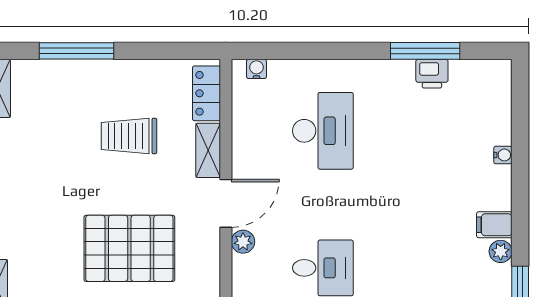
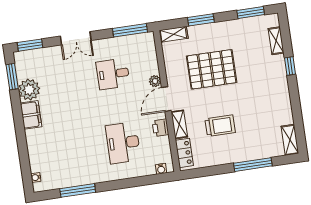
printer: (432, 74) -> (160, 128), moved, turned -90
water cooler: (503, 155) -> (36, 177), moved
filing cabinet: (494, 225) -> (31, 115), width x2.00
plant: (501, 251) -> (29, 90), width x1.88, depth x1.88

